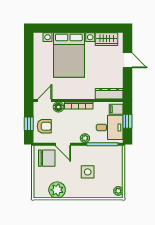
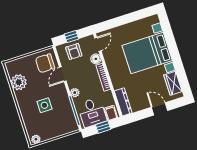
door: (127, 60) -> (160, 109), swing flipped
door: (45, 100) -> (98, 44), hinge flipped
chair: (47, 158) -> (45, 63), turned 90

